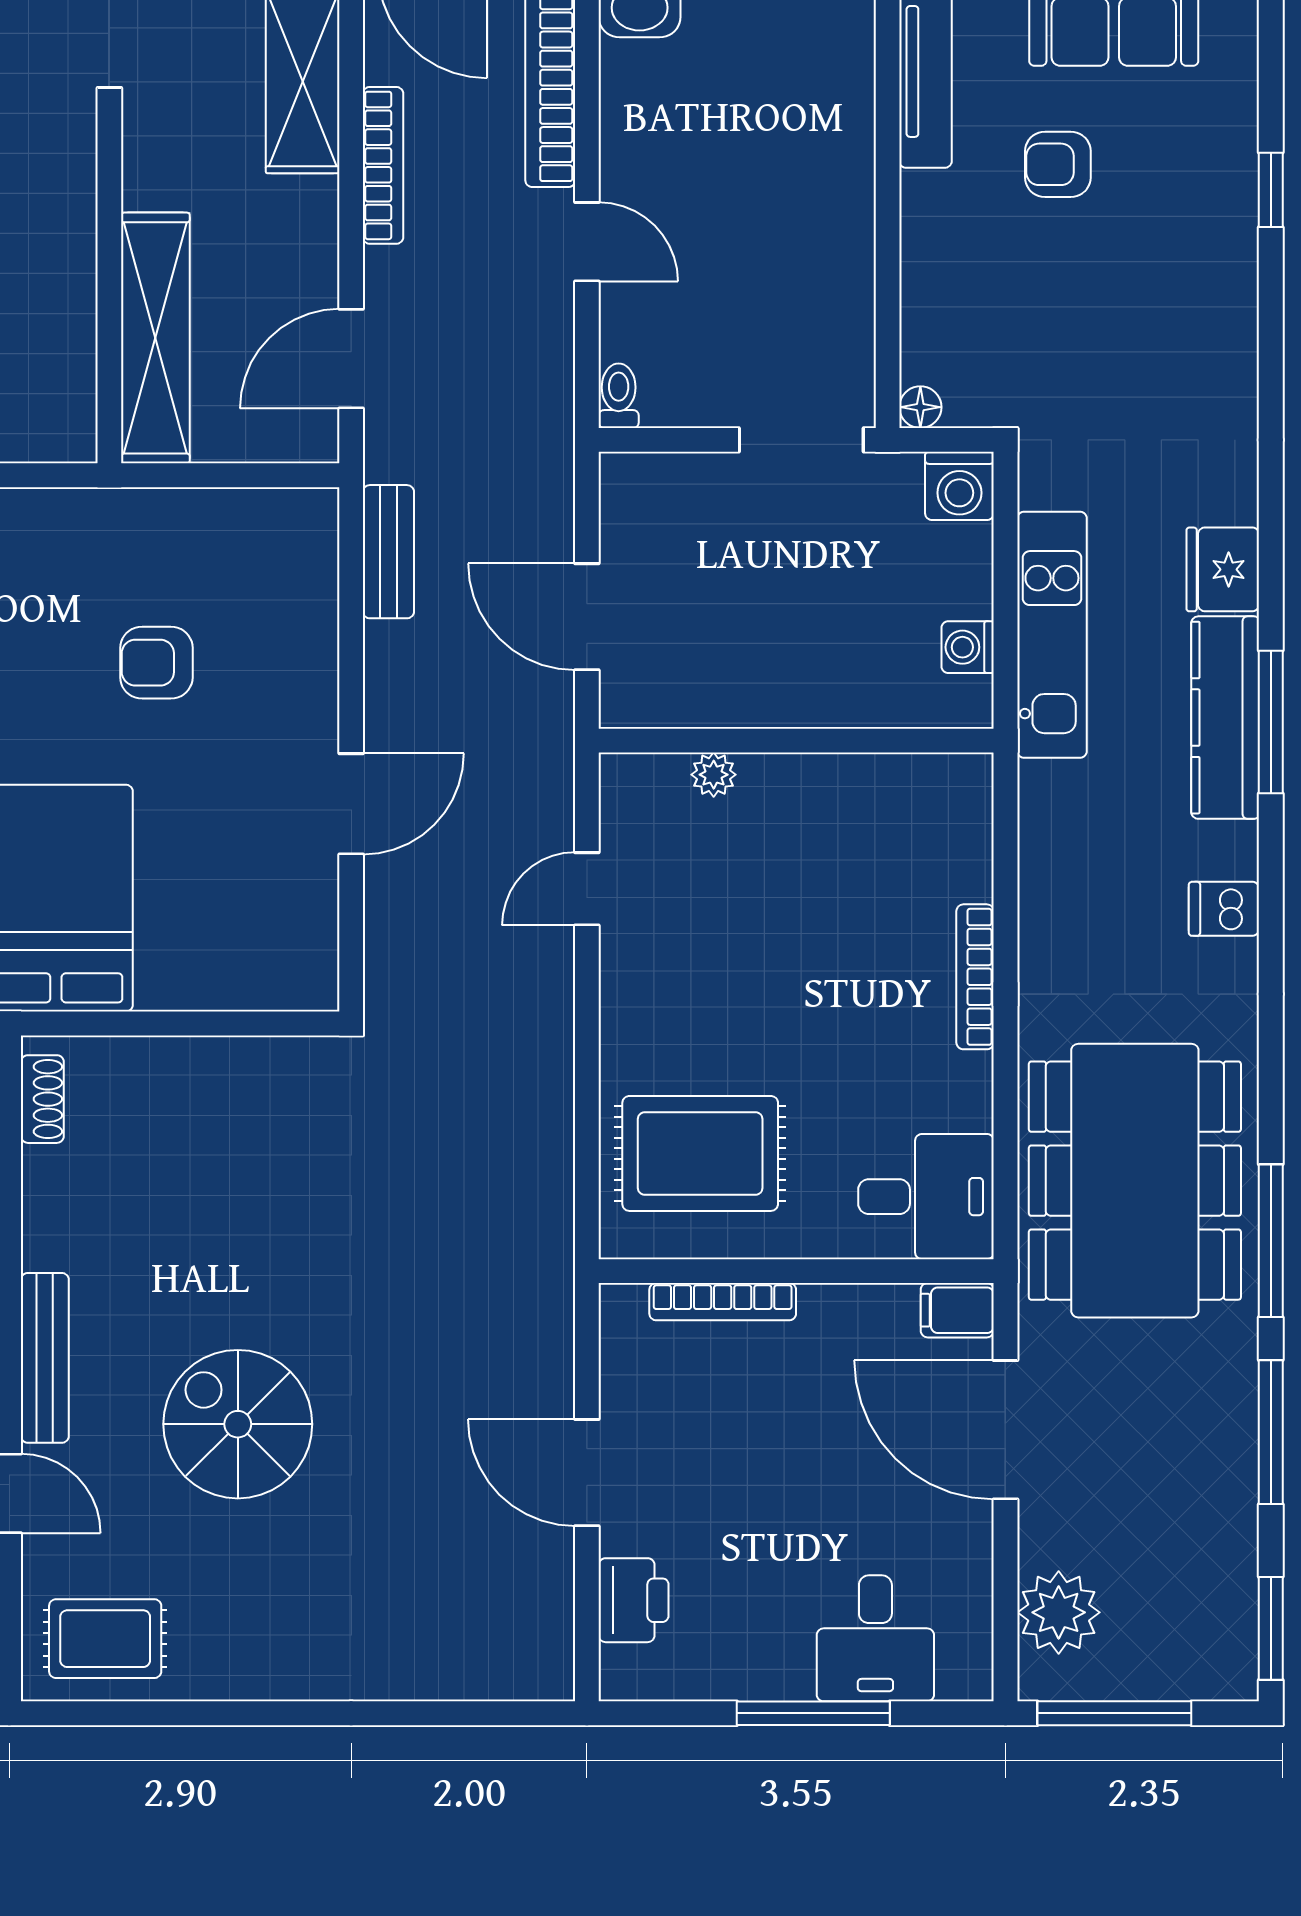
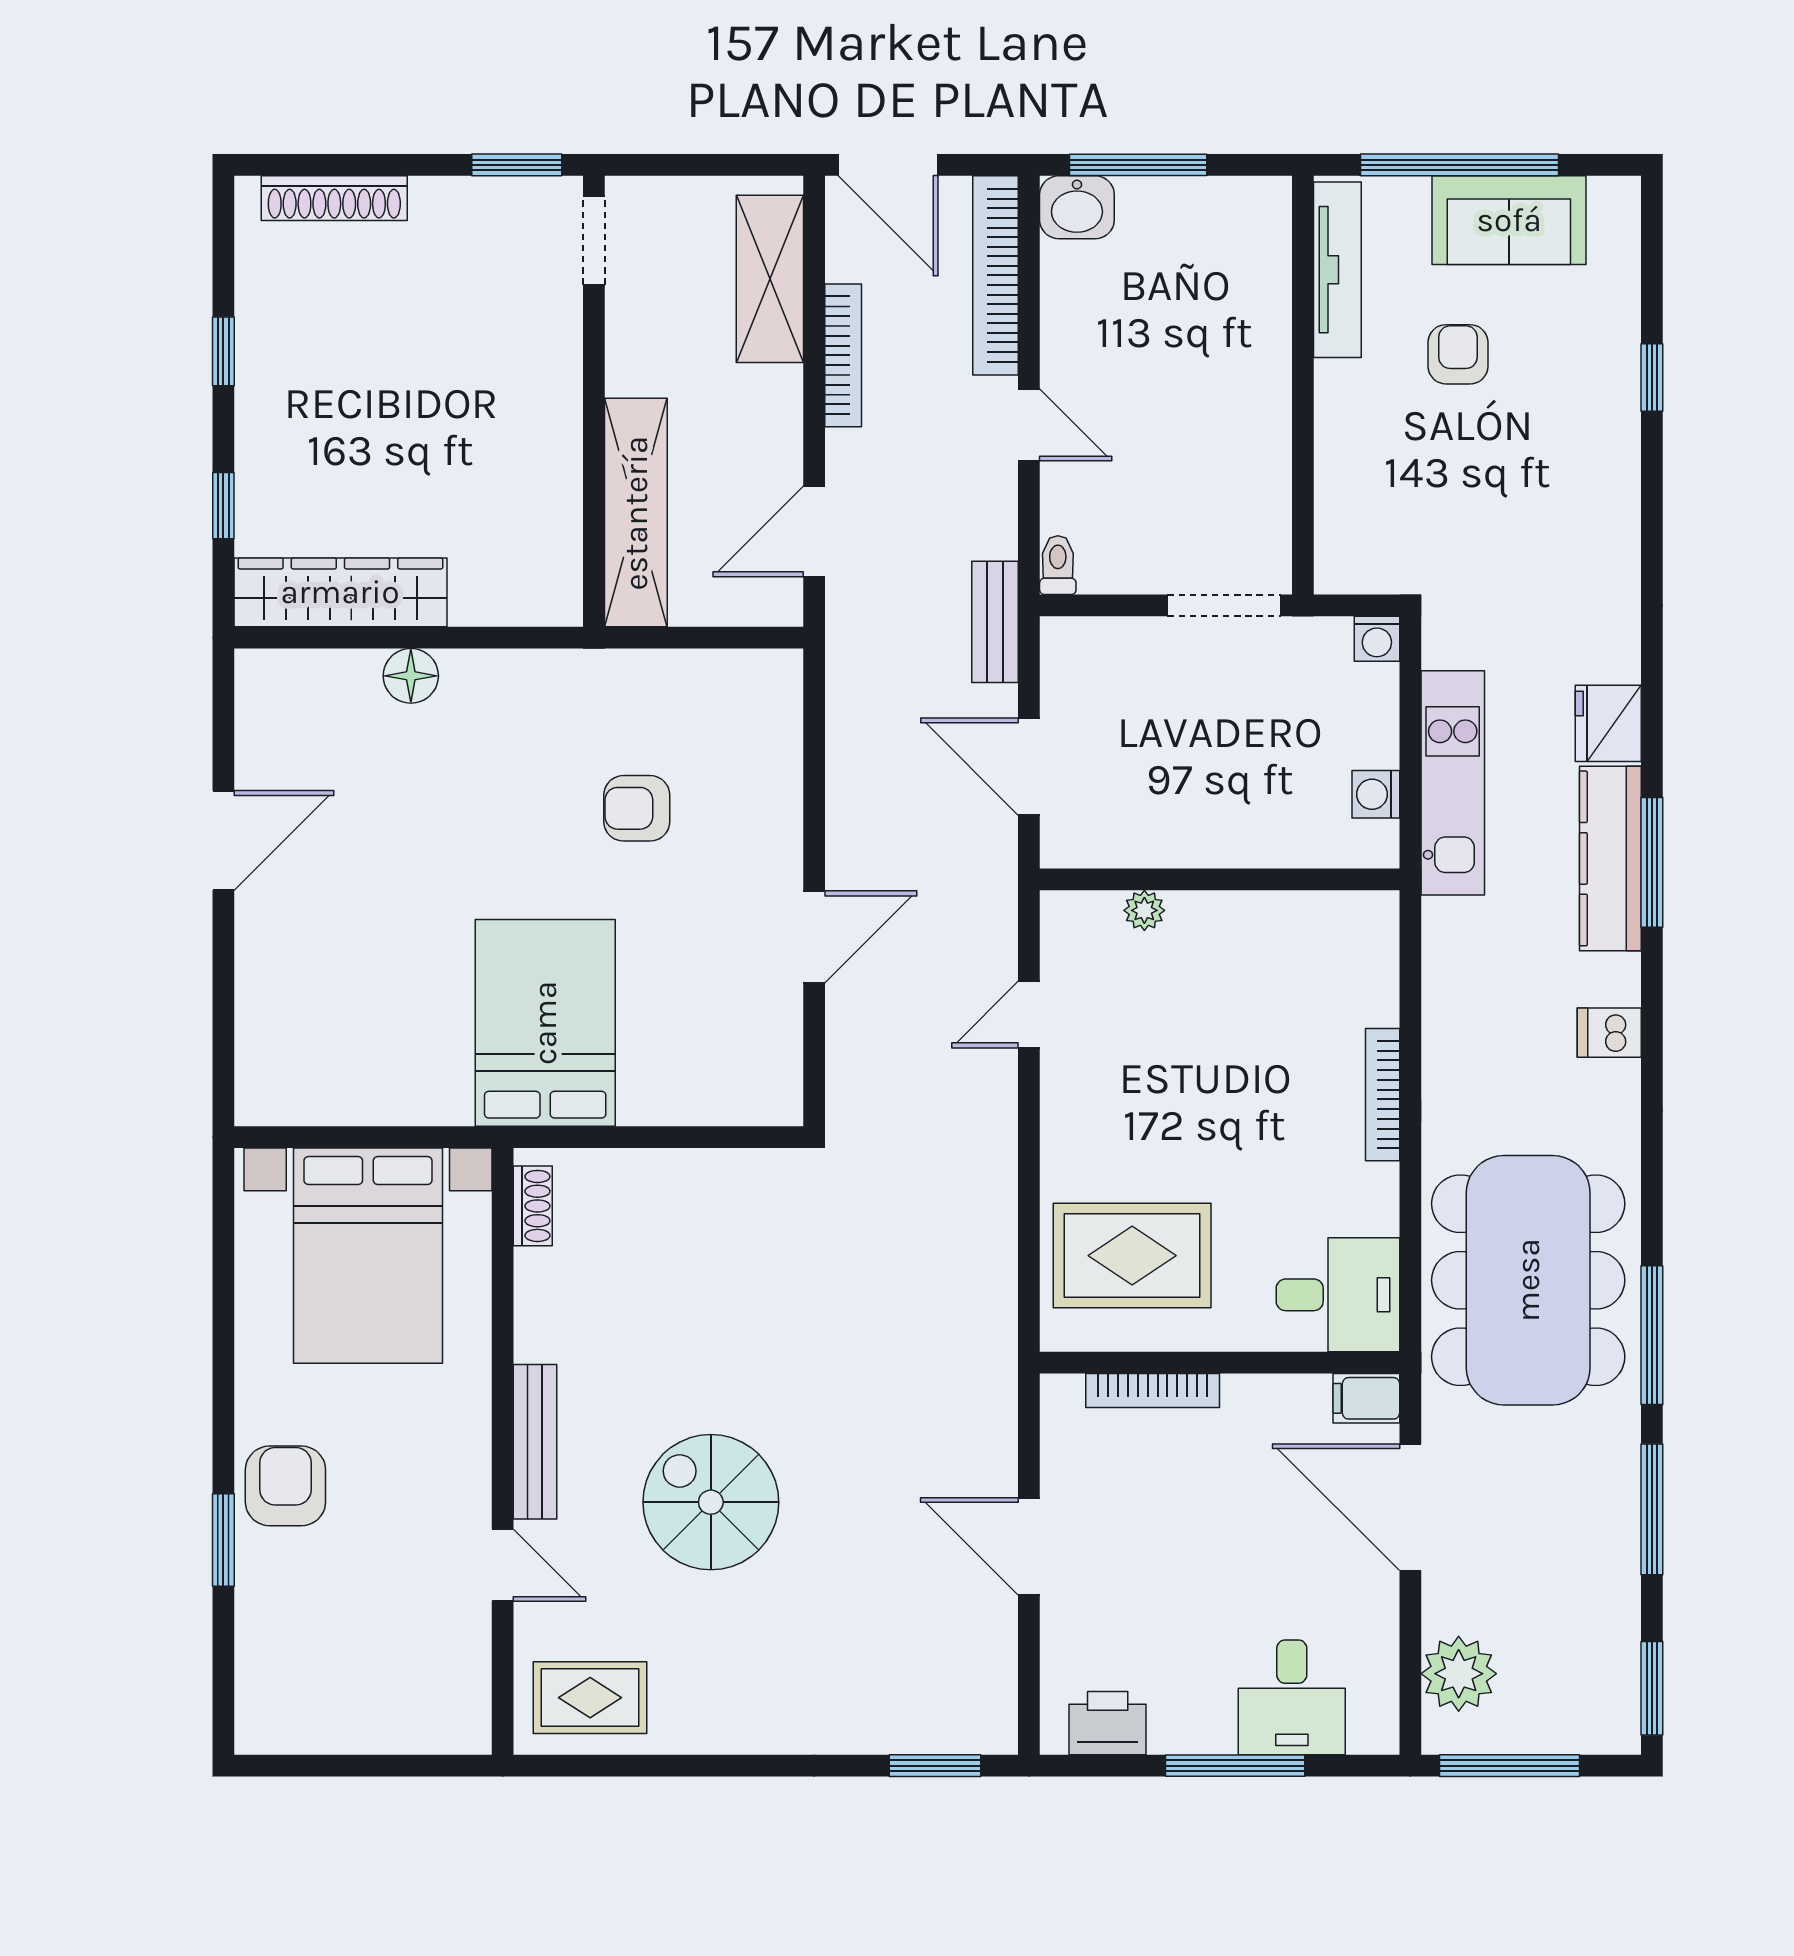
armchair: (1058, 164) -> (1458, 354), turned 90
floor lamp: (920, 407) -> (1333, 576), removed
washing machine: (959, 486) -> (1377, 639), width x0.73, depth x0.73
bench: (388, 552) -> (995, 622), moved
printer: (634, 1600) -> (1108, 1723), moved, turned -90
window: (484, 1713) -> (935, 1766), added

